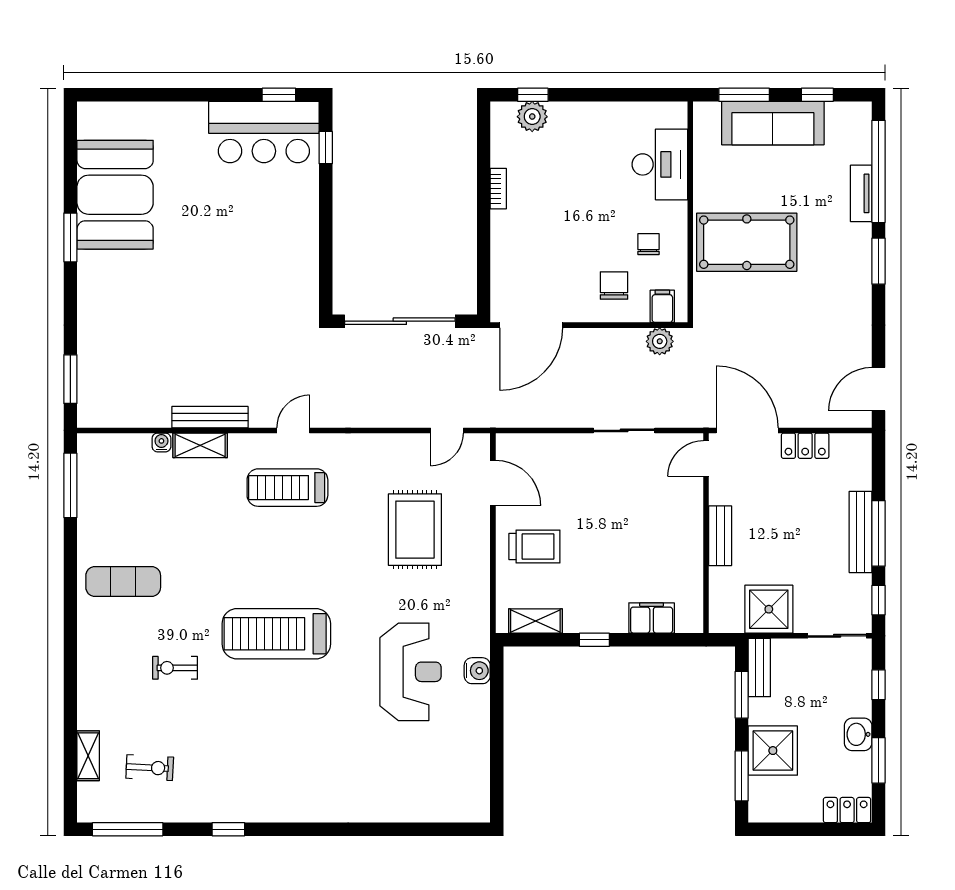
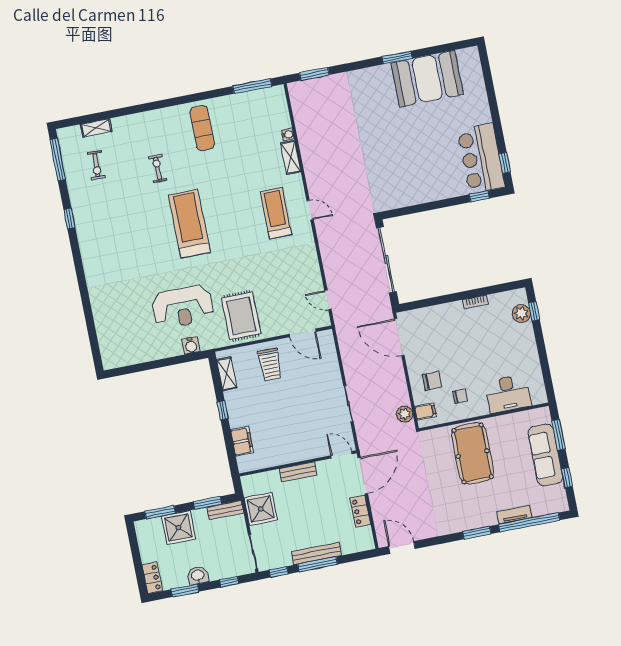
bench: (210, 417) -> (308, 160), removed
door: (493, 483) -> (303, 333), hinge flipped
rug: (415, 530) -> (241, 316), moved, turned 90

